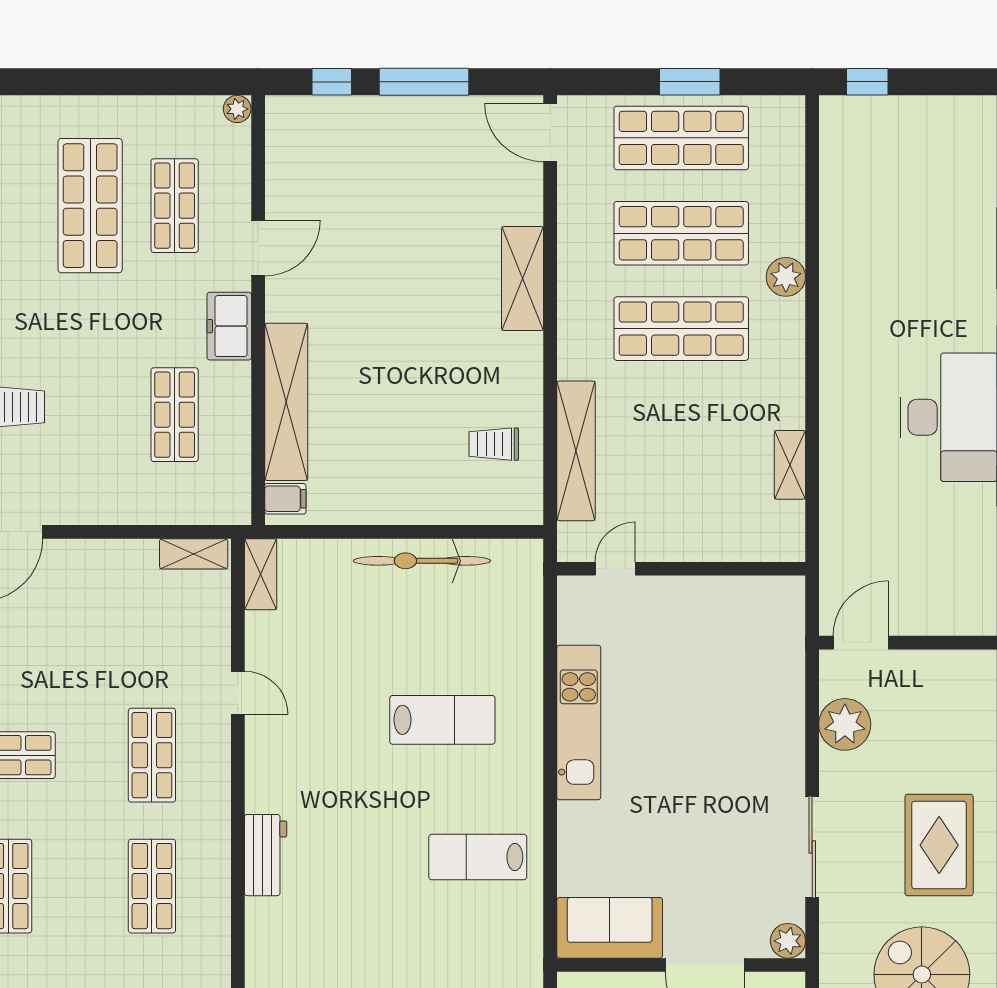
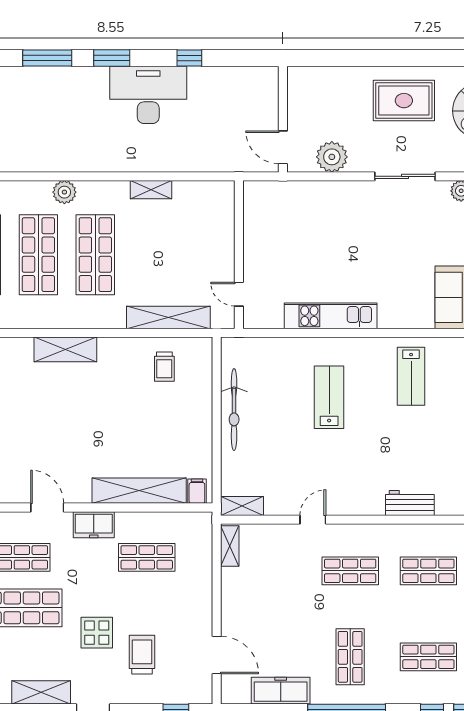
display table: (49, 331) -> (97, 633), added
shelving: (790, 465) -> (151, 190), moved

